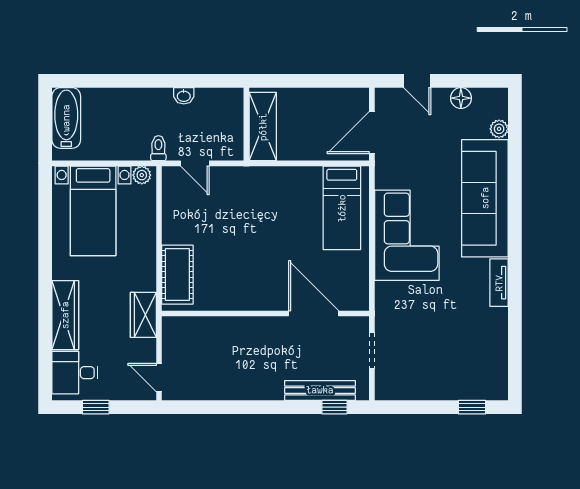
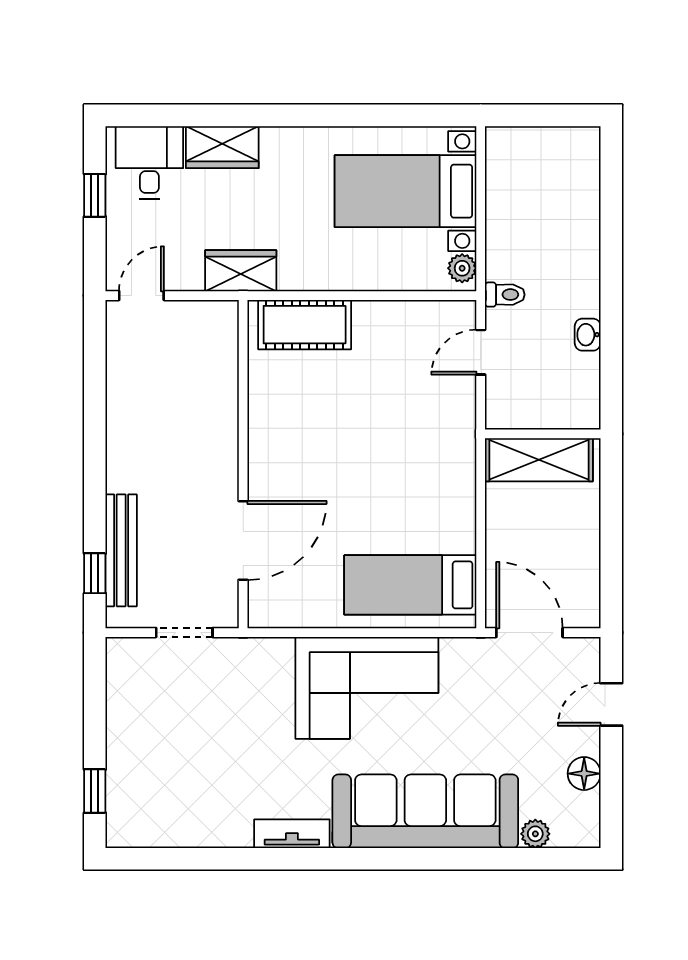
bathtub: (66, 118) -> (553, 149), removed
wardrobe: (65, 315) -> (222, 147), width x0.67

